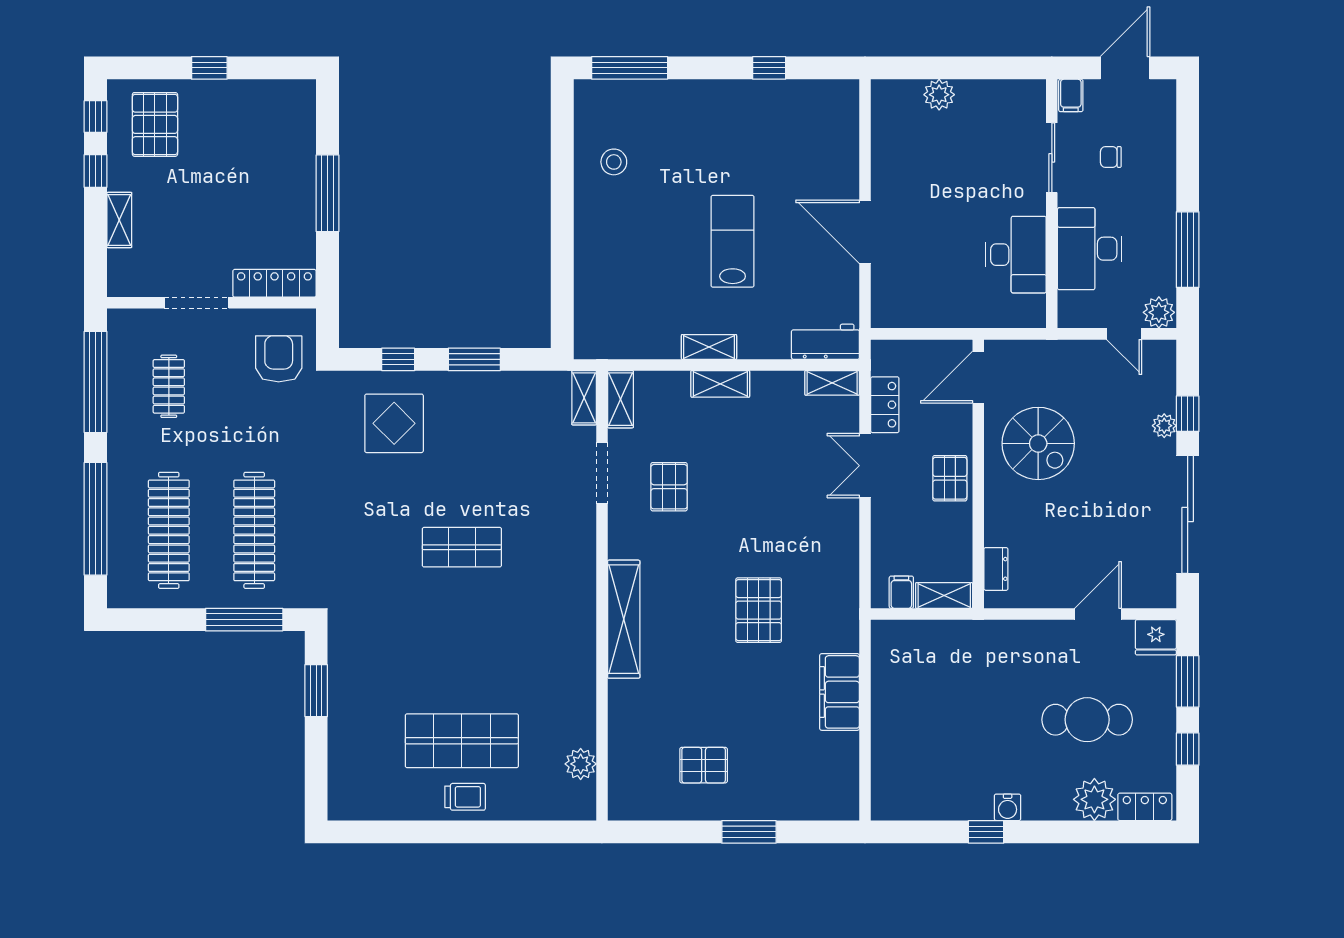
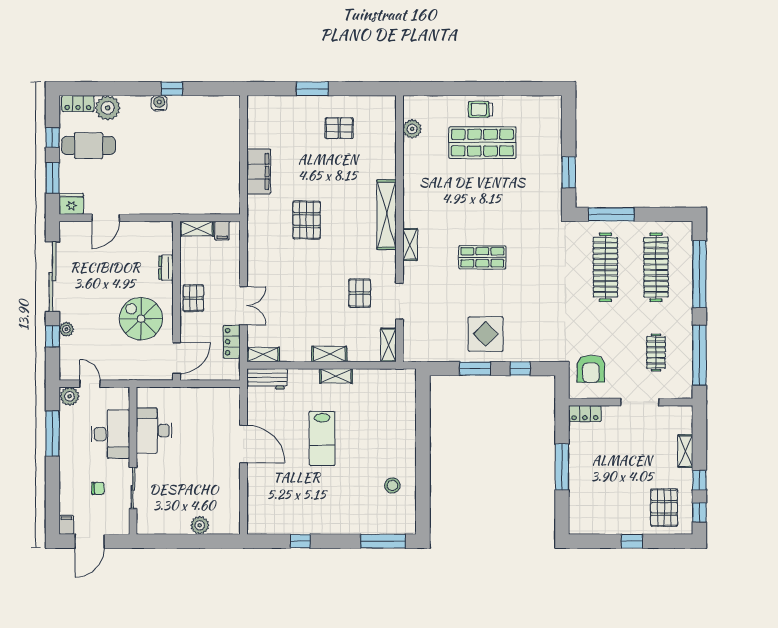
filing cabinet: (1071, 95) -> (66, 525), moved
locker: (274, 283) -> (585, 414), width x0.66
shelving: (584, 398) -> (410, 244), moved
display table: (394, 423) -> (486, 334), moved
dresser: (996, 569) -> (166, 268), moved
cafe table: (1087, 720) -> (88, 146), moved

